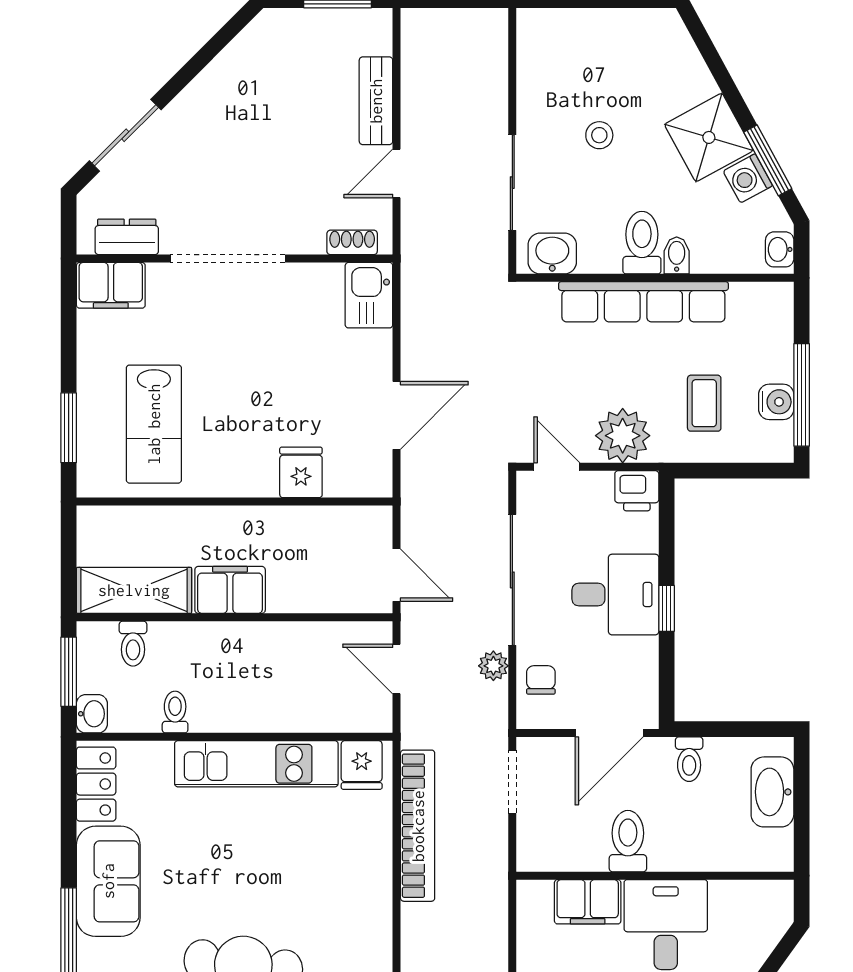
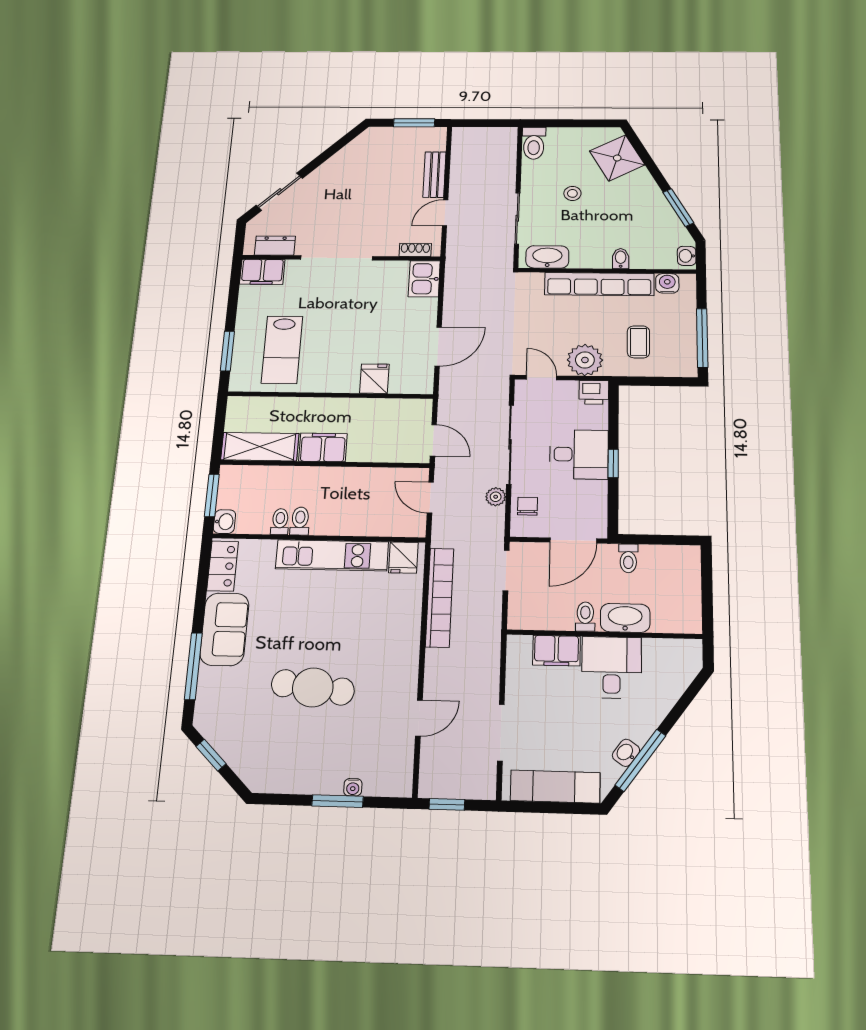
shower: (709, 137) -> (617, 158), moved
washing machine: (748, 178) -> (666, 217), removed
toilet: (642, 243) -> (534, 143), moved, turned 180
washbasin: (552, 253) -> (547, 257), width x1.38
water cooler: (776, 402) -> (667, 283), moved, turned -90
toilet: (133, 644) -> (300, 521), moved, turned 180
washbasin: (772, 792) -> (625, 618), moved, turned 90
toilet: (628, 841) -> (585, 617), width x0.73, depth x0.72

